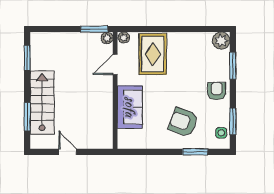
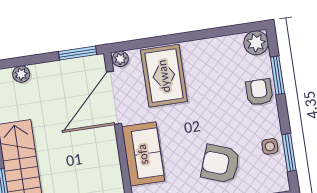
plant: (107, 38) -> (21, 74), moved
door: (115, 64) -> (114, 98), width x1.87
armchair: (217, 91) -> (259, 92), moved
side table: (221, 133) -> (270, 146), moved

